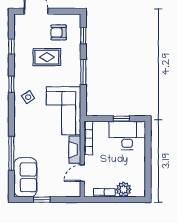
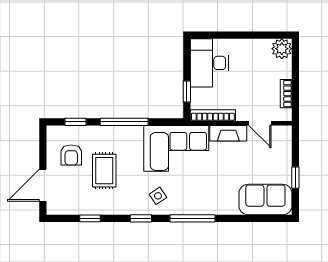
window: (83, 72) -> (124, 122), width x1.44
window: (121, 119) -> (187, 91), moved
window: (11, 153) -> (193, 218), moved
plant: (124, 189) -> (282, 49), moved

